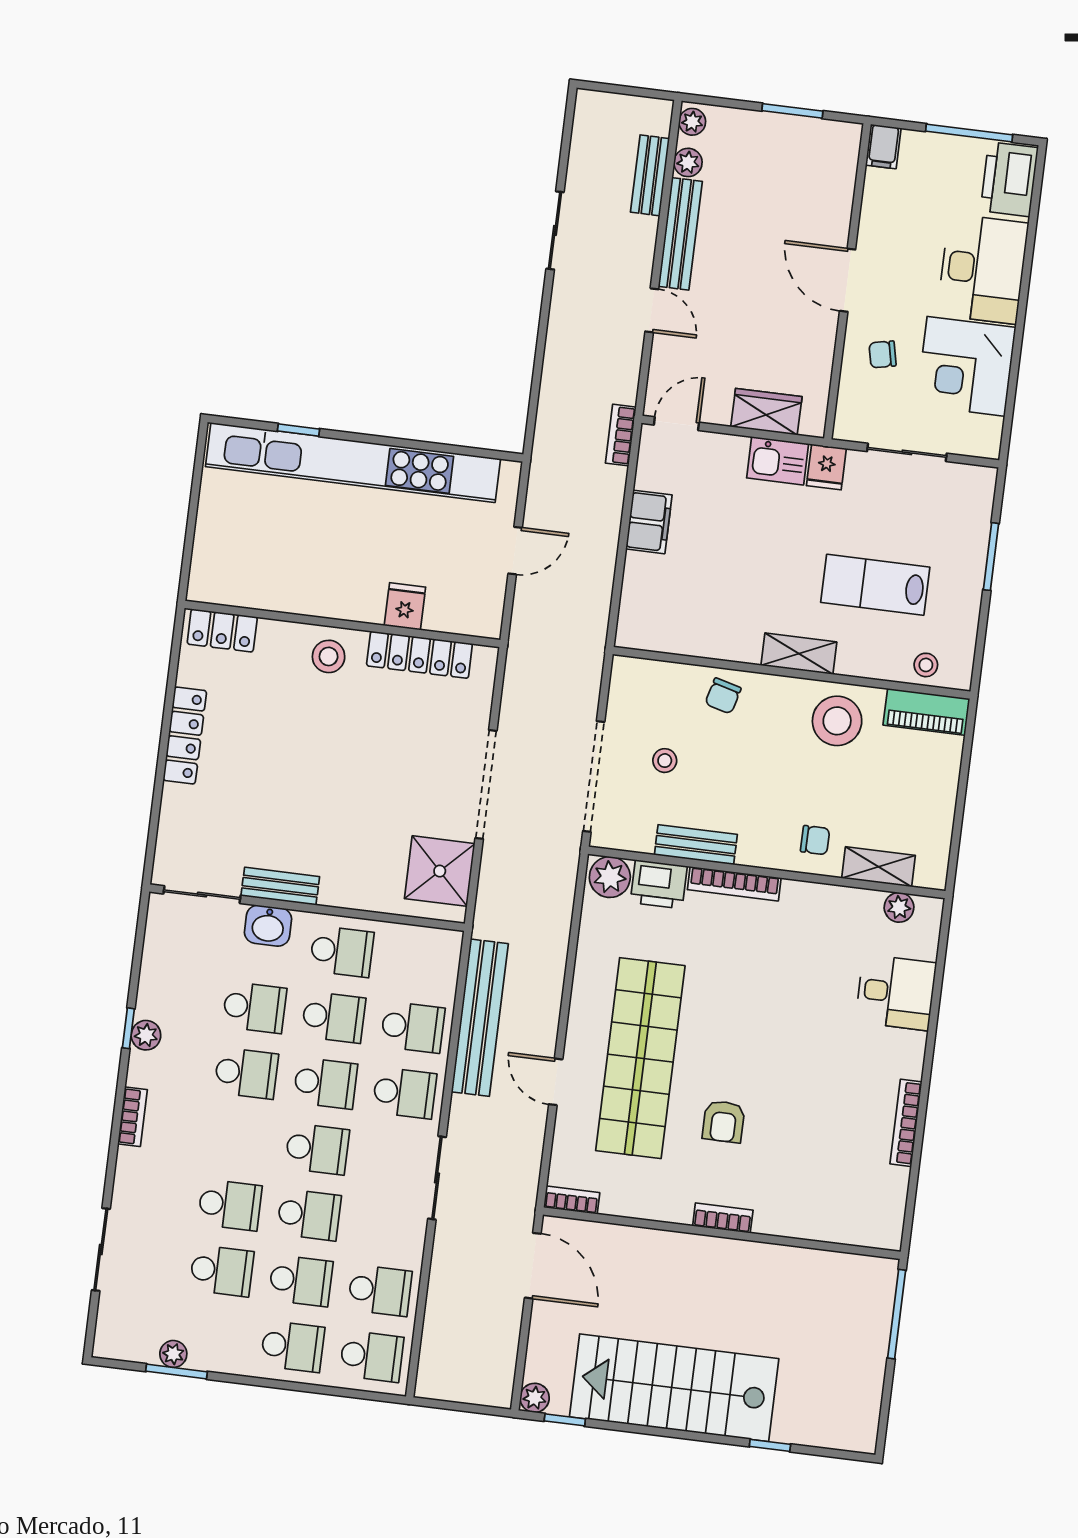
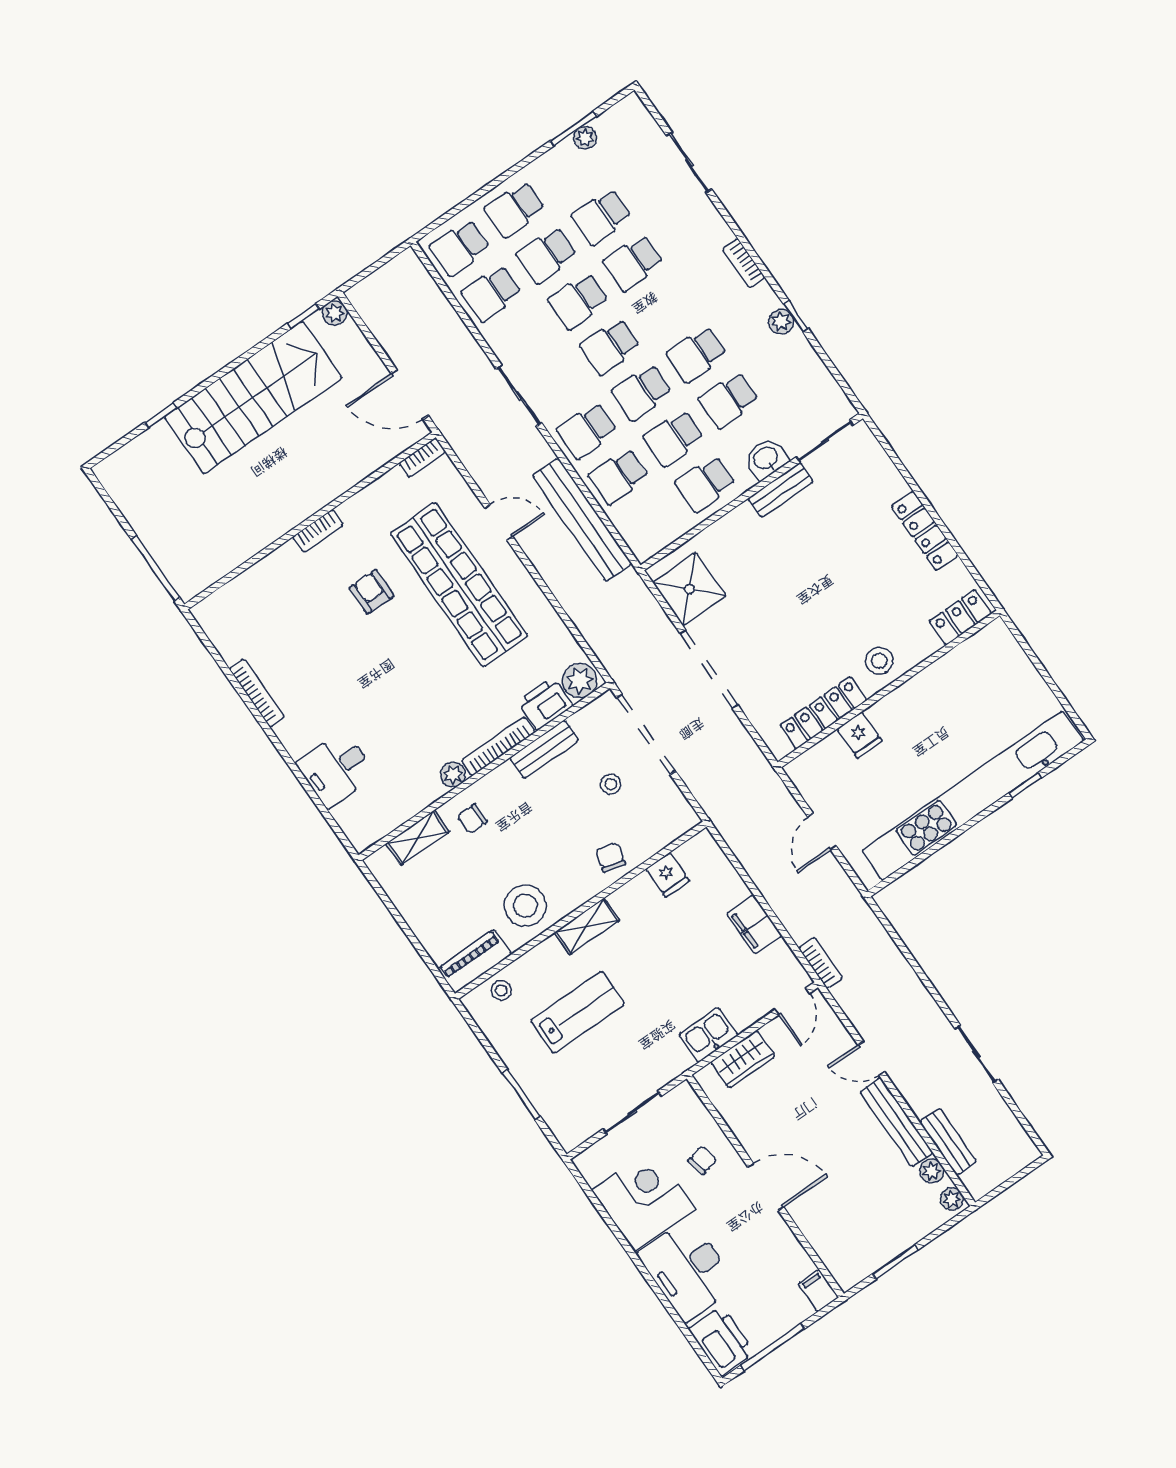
fridge: (826, 467) -> (668, 875), moved, turned 180
plant: (899, 907) -> (453, 775), moved

